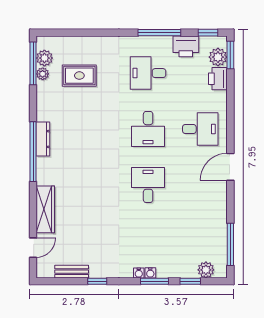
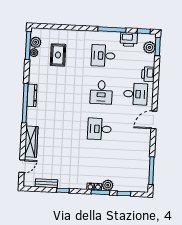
rug: (79, 76) -> (58, 55), turned 90
printer: (218, 79) -> (148, 74), moved
desk: (148, 185) -> (99, 129), turned -90
plant: (206, 270) -> (108, 185), moved

